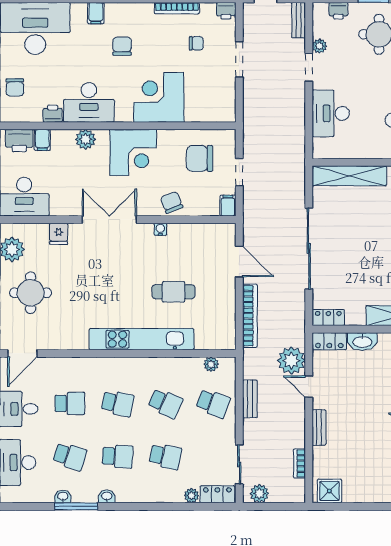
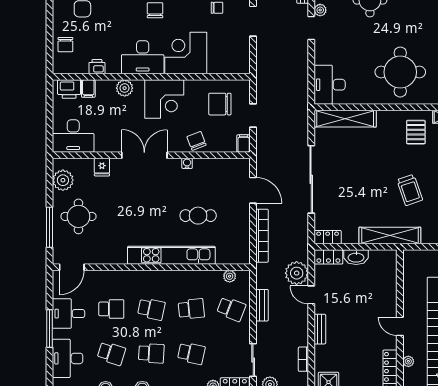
desk: (89, 102) -> (143, 57), moved
desk: (331, 113) -> (330, 85), moved
school desk: (165, 403) -> (191, 309), turned -30

